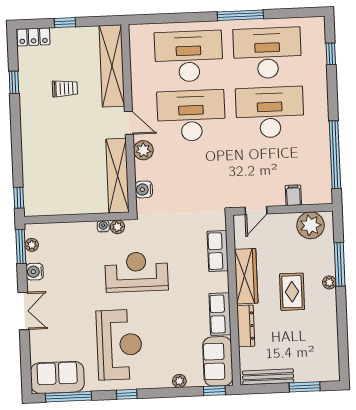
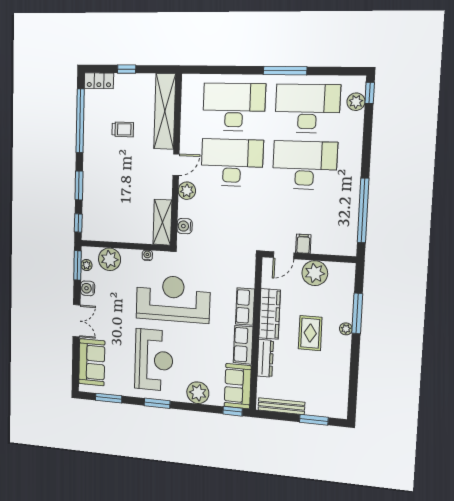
plant: (317, 43) -> (356, 102), added
window: (331, 54) -> (370, 93), moved
window: (14, 82) -> (80, 121), width x3.17
door: (129, 123) -> (176, 165), hinge flipped
window: (17, 155) -> (79, 185), added
shelving: (118, 176) -> (162, 222), width x0.68
filing cabinet: (293, 195) -> (303, 244), moved
plant: (311, 225) -> (315, 273), moved
plant: (117, 227) -> (110, 259), moved, width x1.88, depth x1.88
row of seats: (218, 251) -> (245, 307), moved
reception desk: (136, 272) -> (173, 299), width x1.36, depth x1.30
sofa: (57, 377) -> (92, 362), moved, turned 90
plant: (179, 381) -> (198, 393), width x1.88, depth x1.88
window: (127, 394) -> (157, 403), width x1.50
window: (68, 397) -> (109, 398), width x0.69

